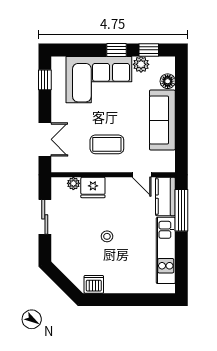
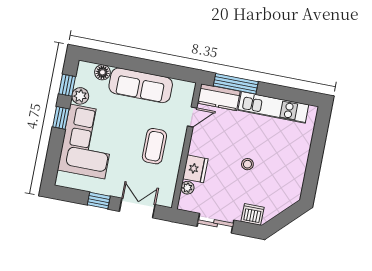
window: (45, 80) -> (99, 201), moved
dishwasher: (94, 284) -> (253, 214), moved, turned 90

